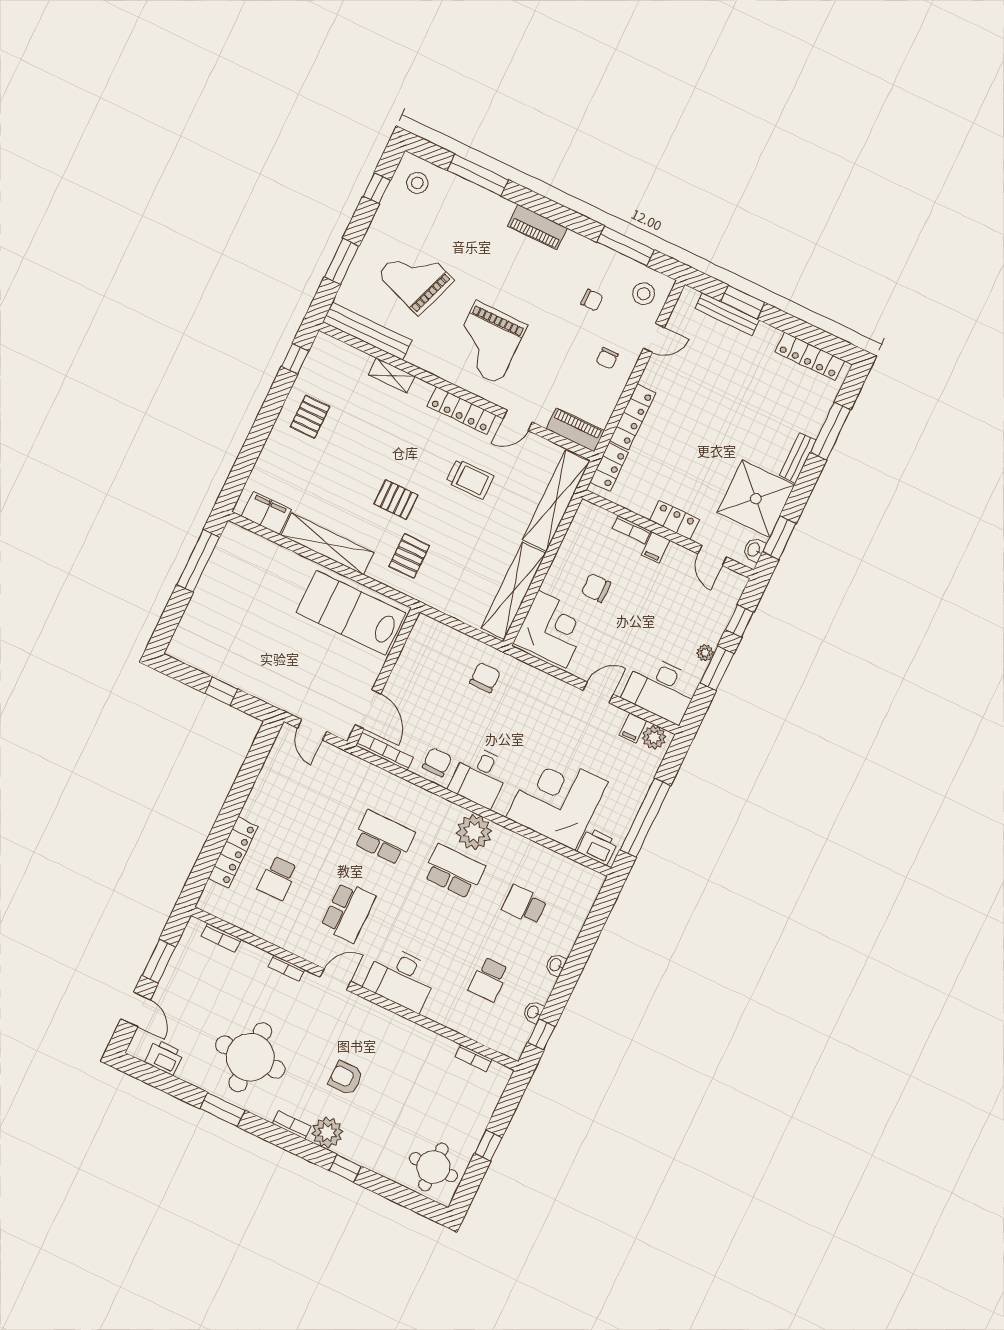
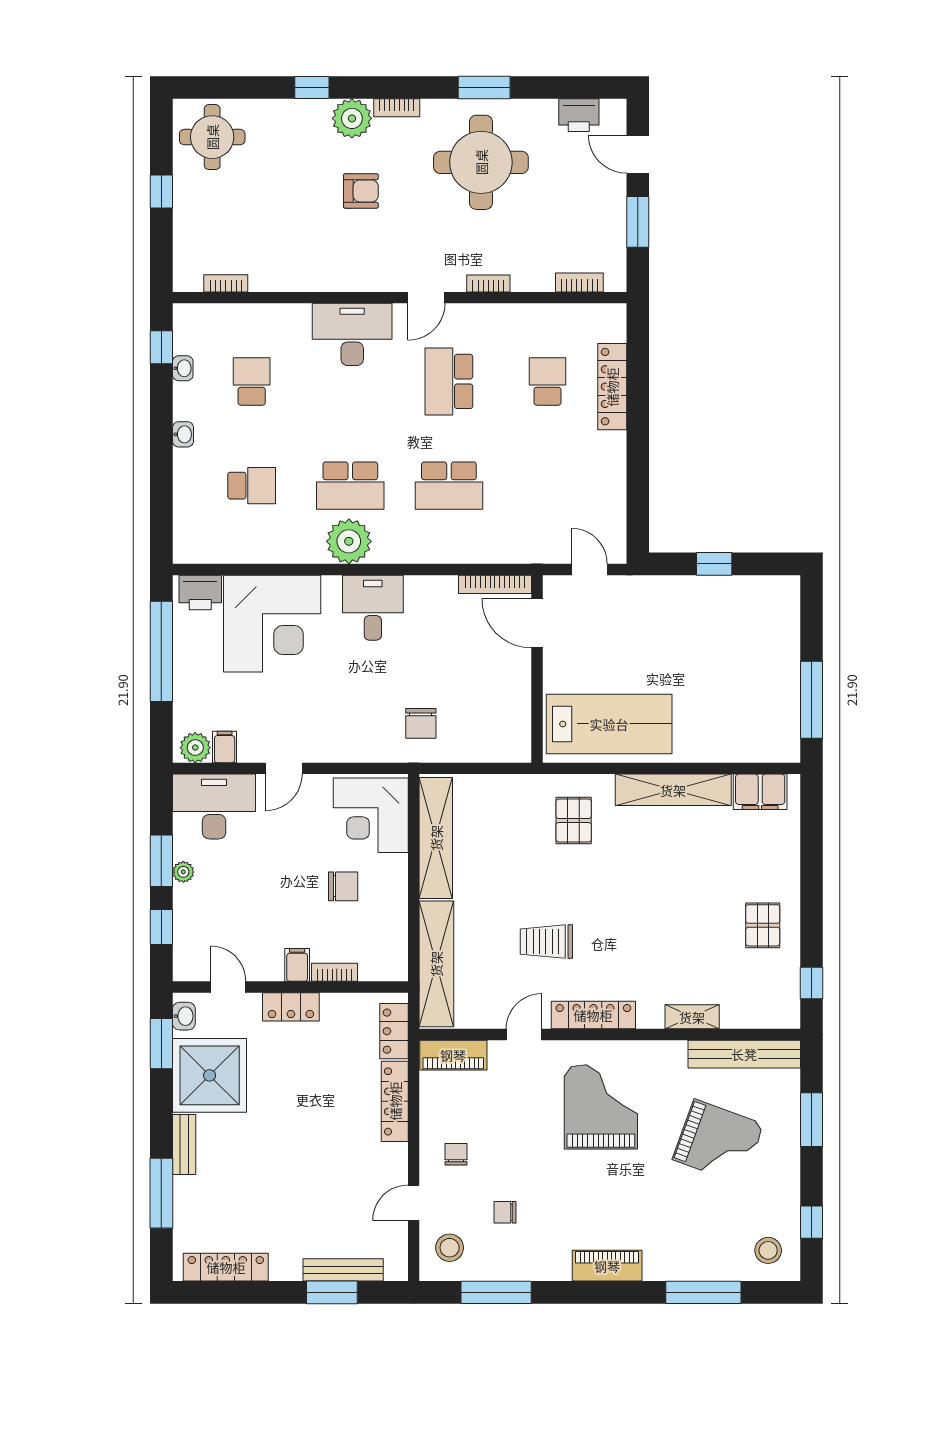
pallet: (396, 500) -> (619, 878), removed
chair: (437, 762) -> (429, 601), removed

